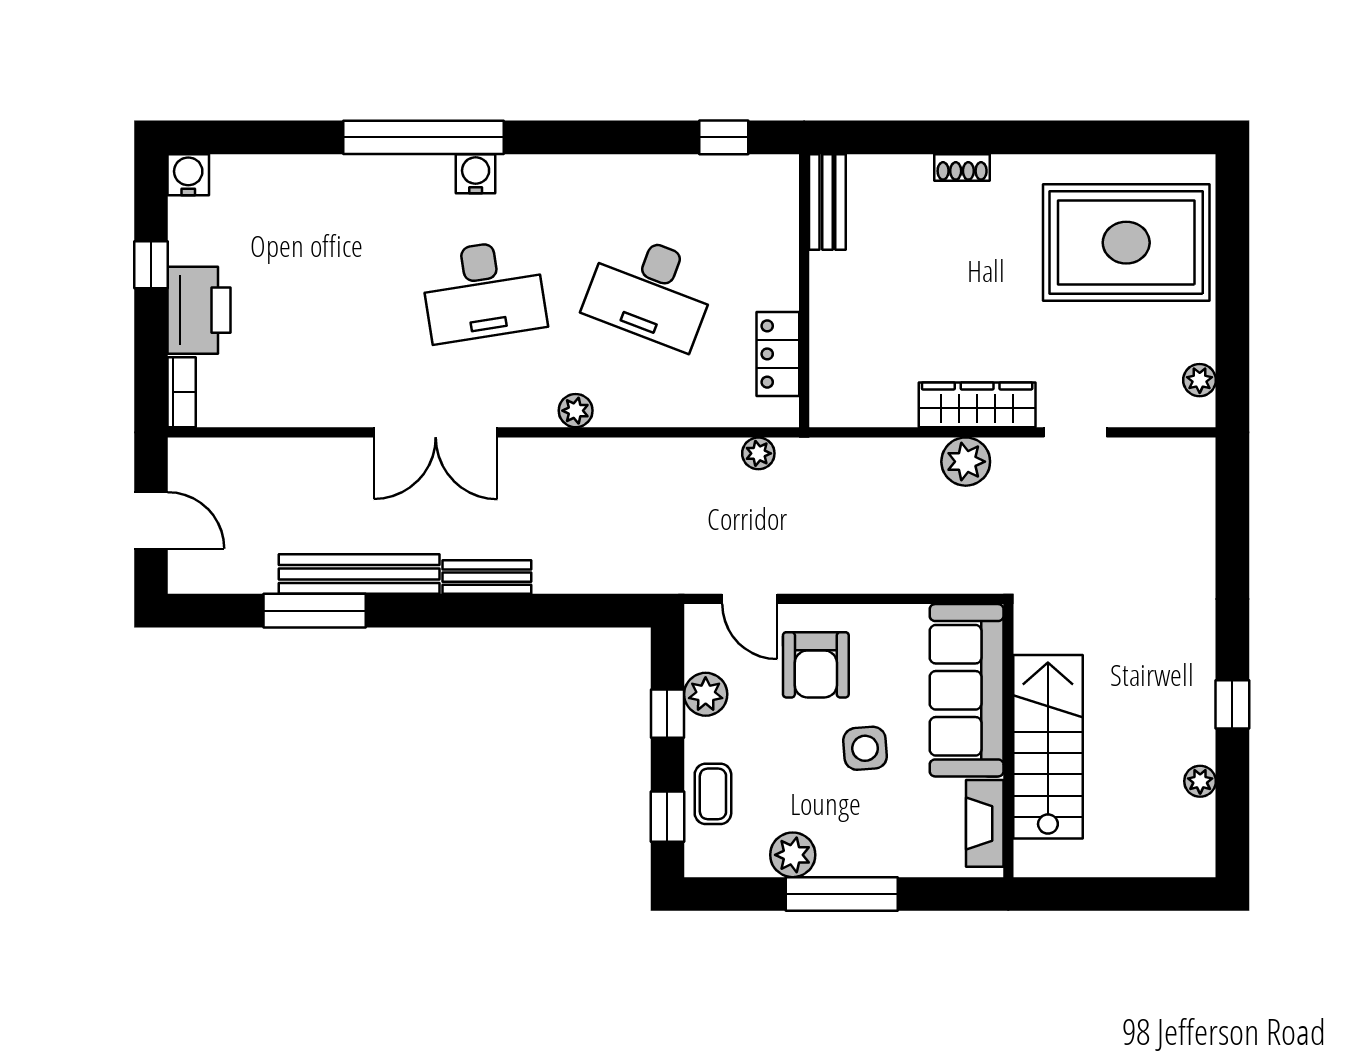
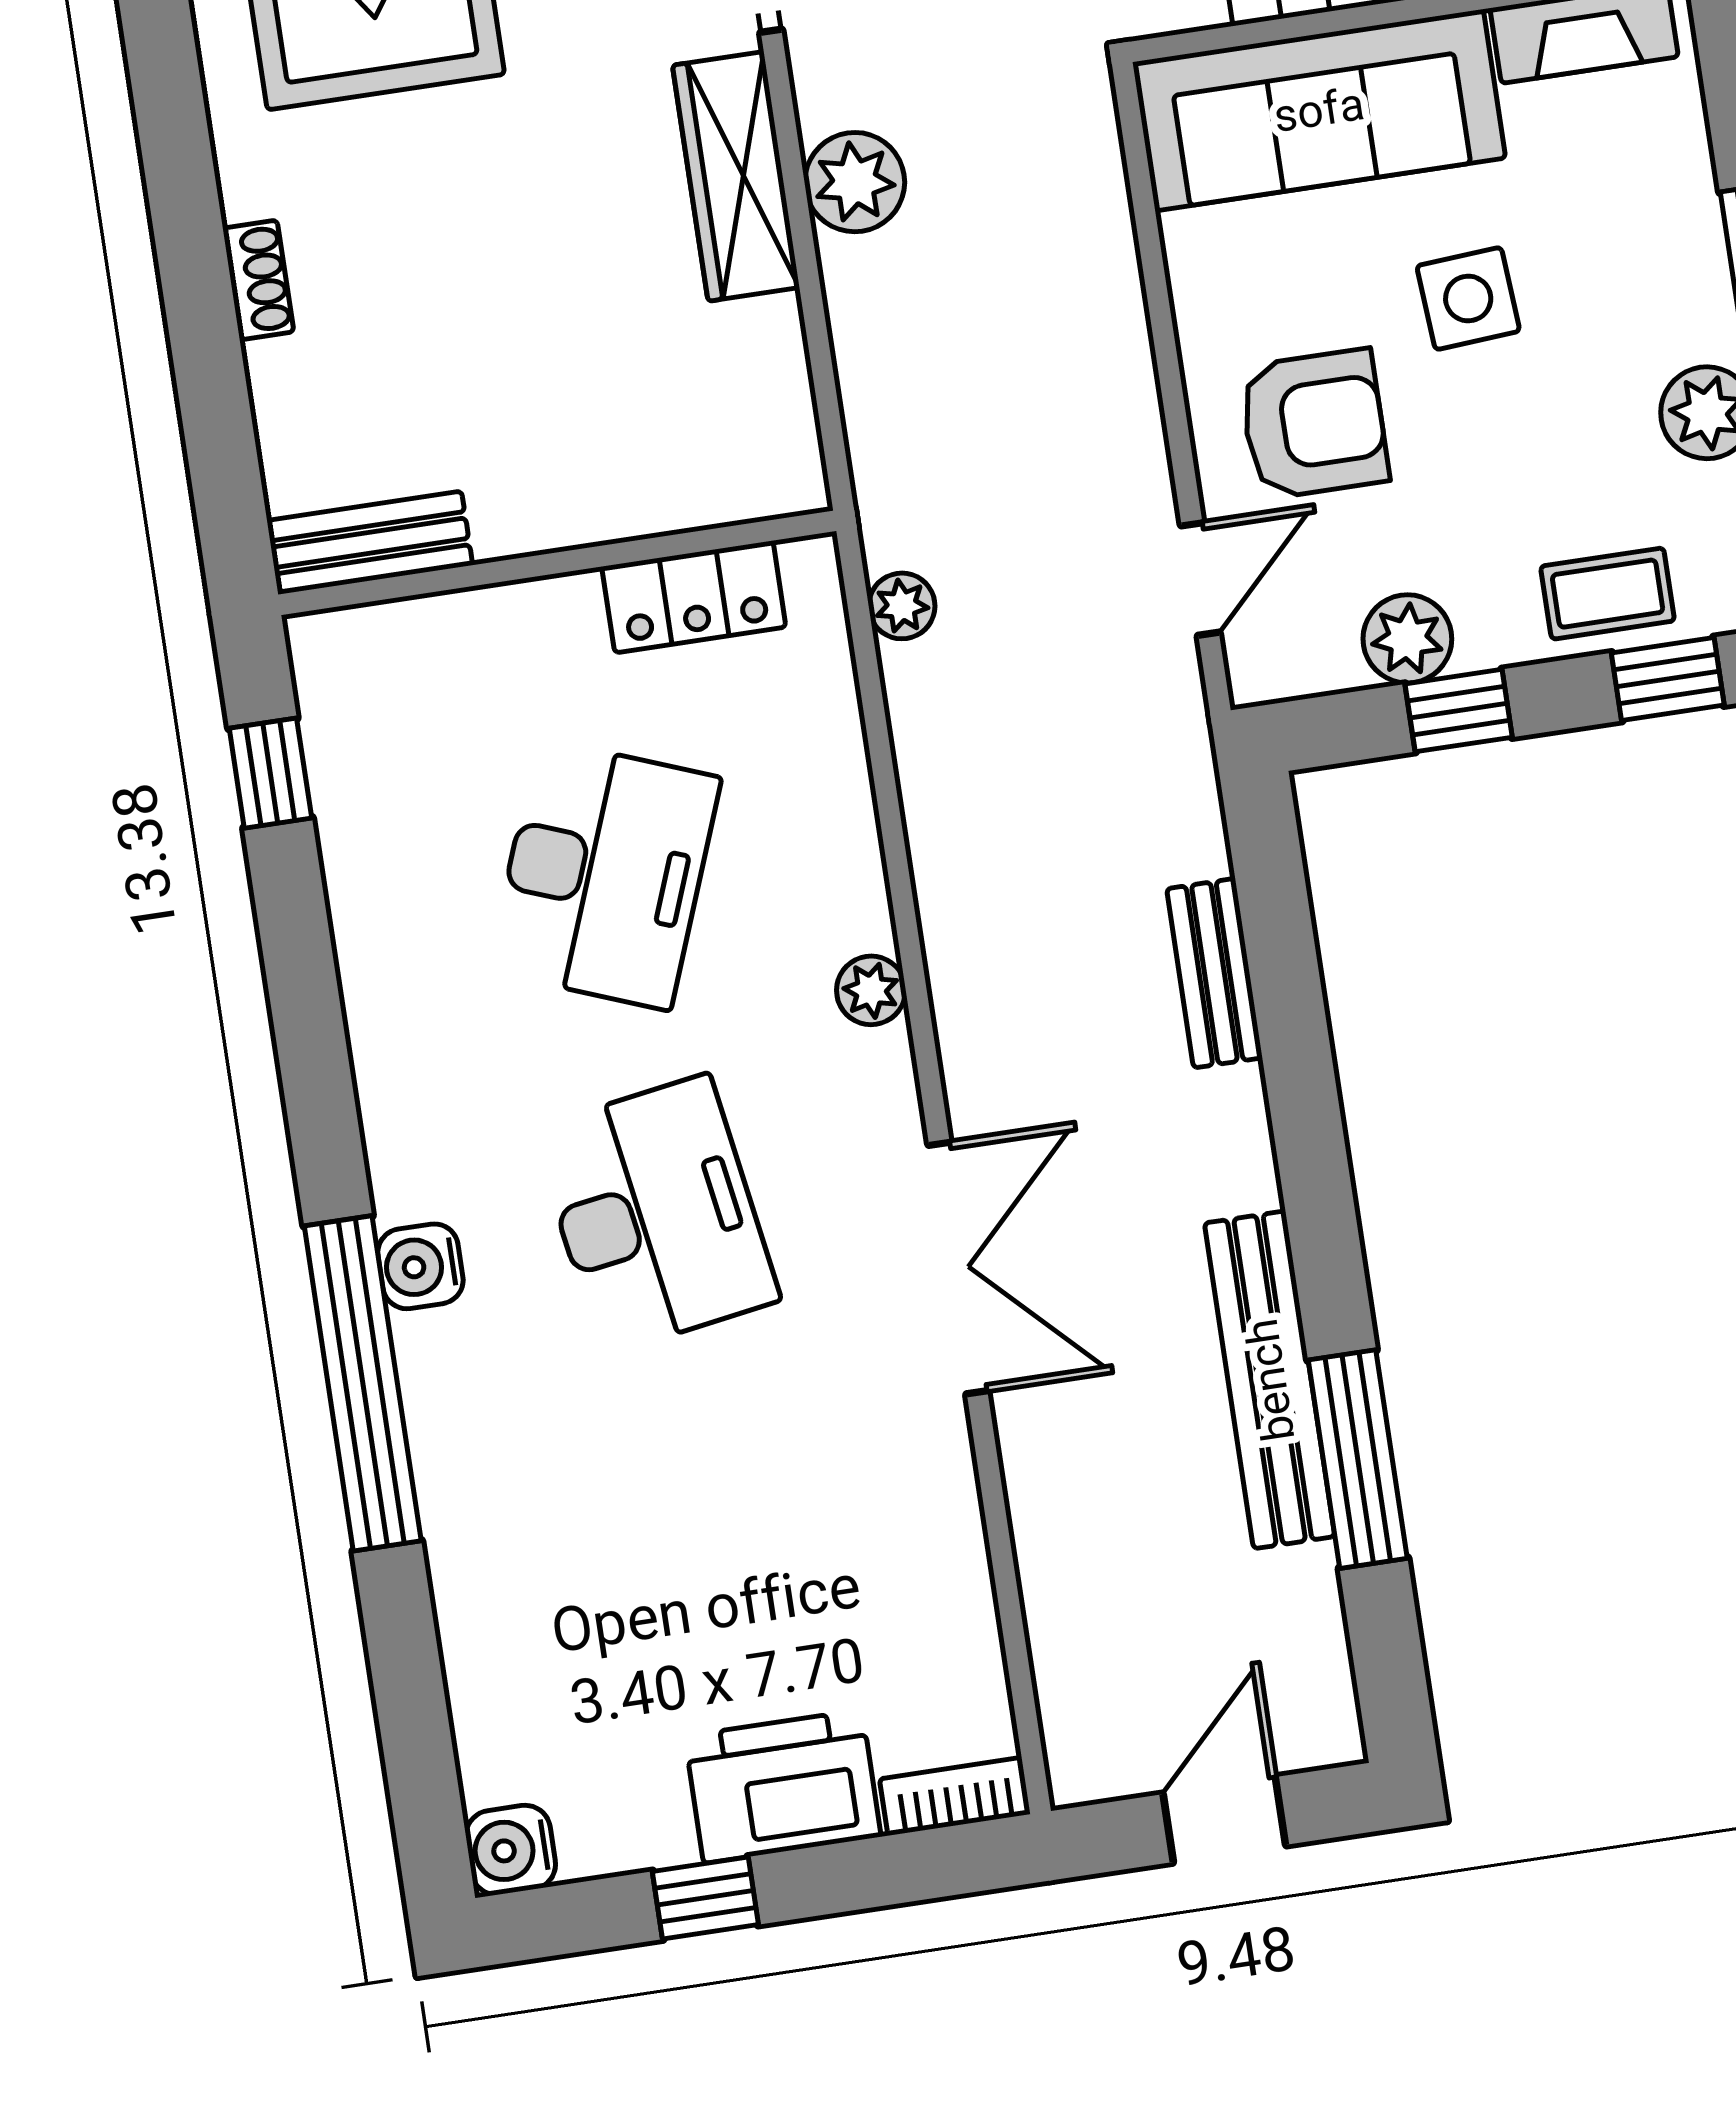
bench: (487, 577) -> (1214, 973), moved

